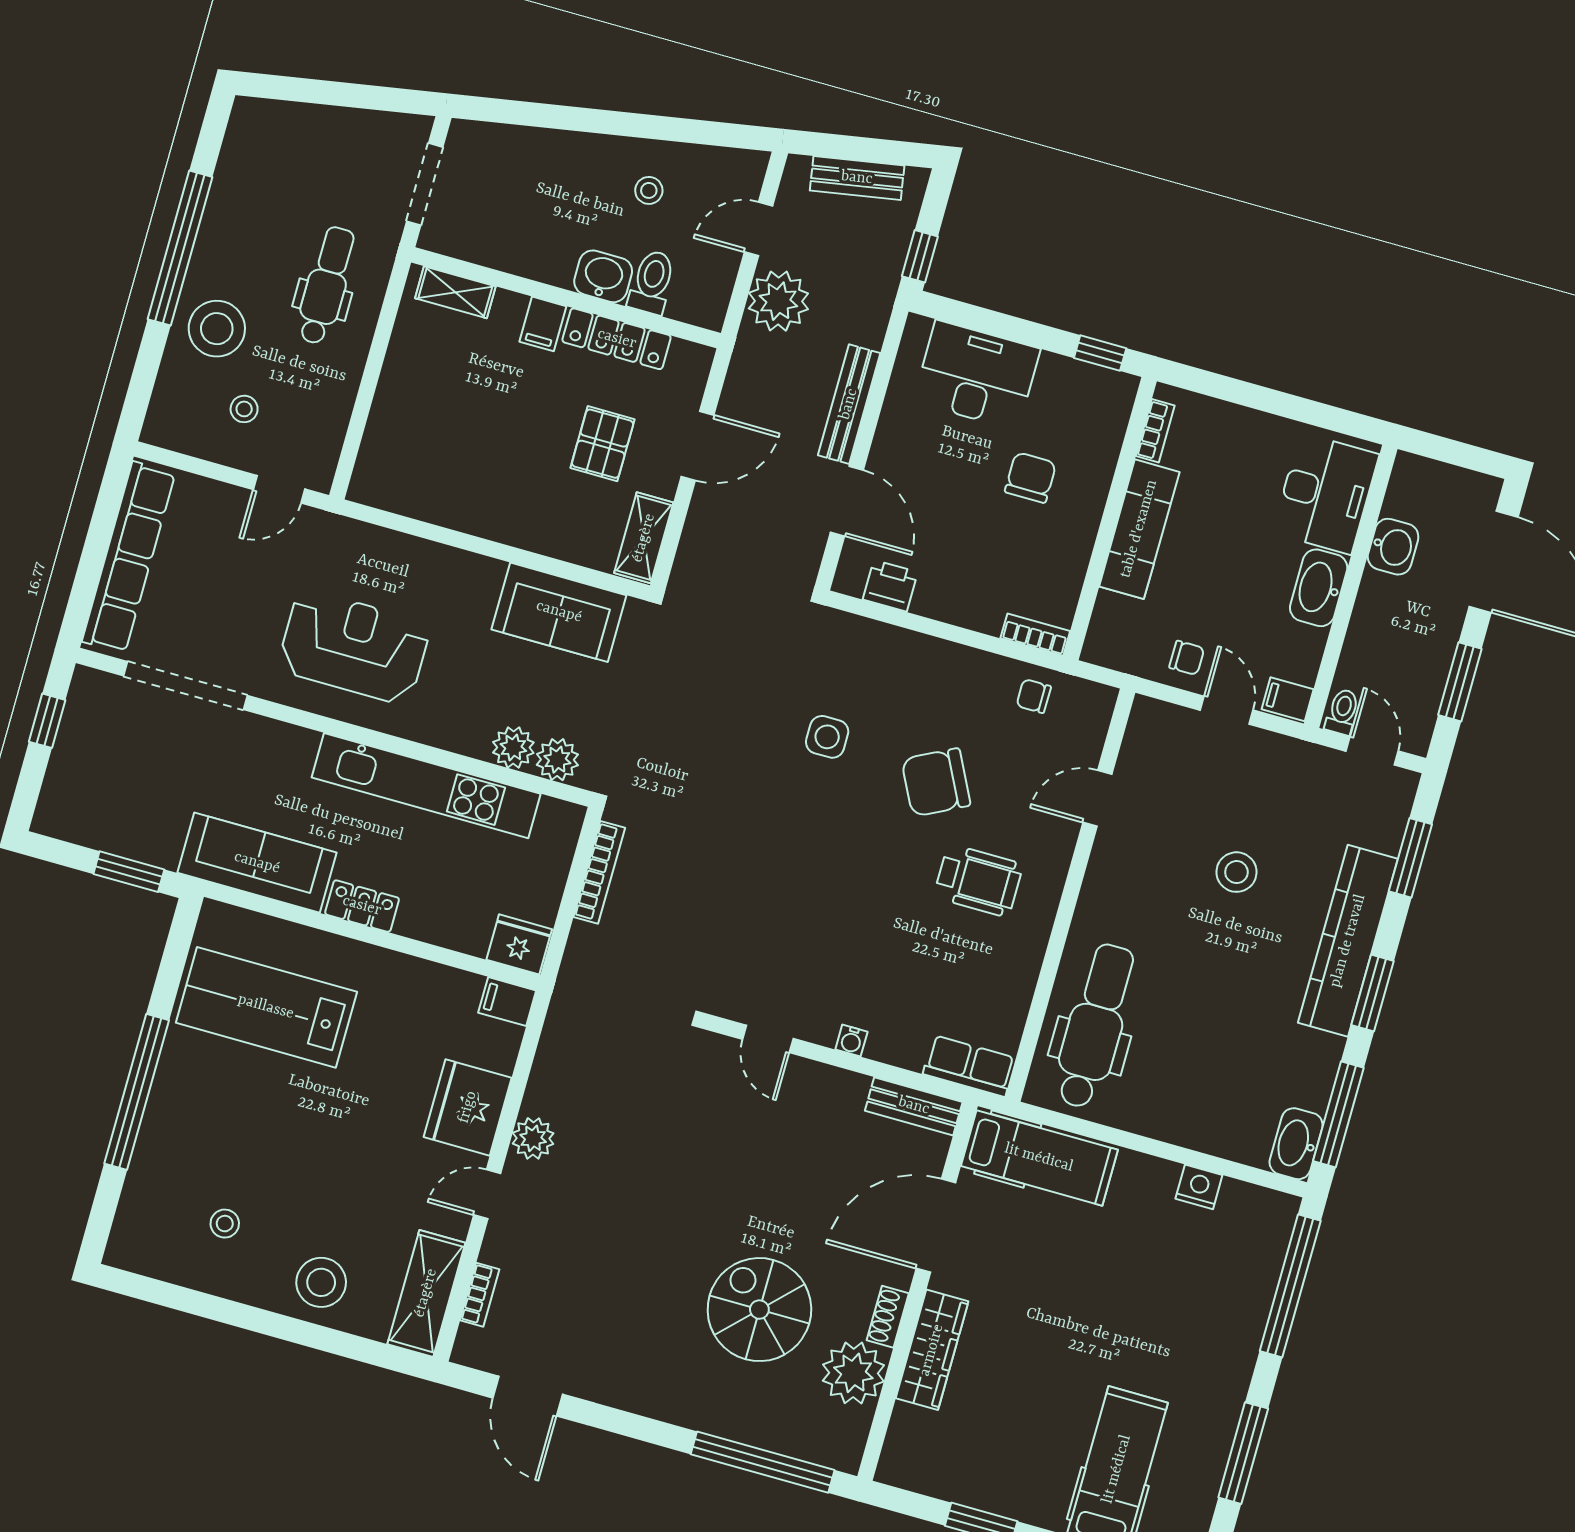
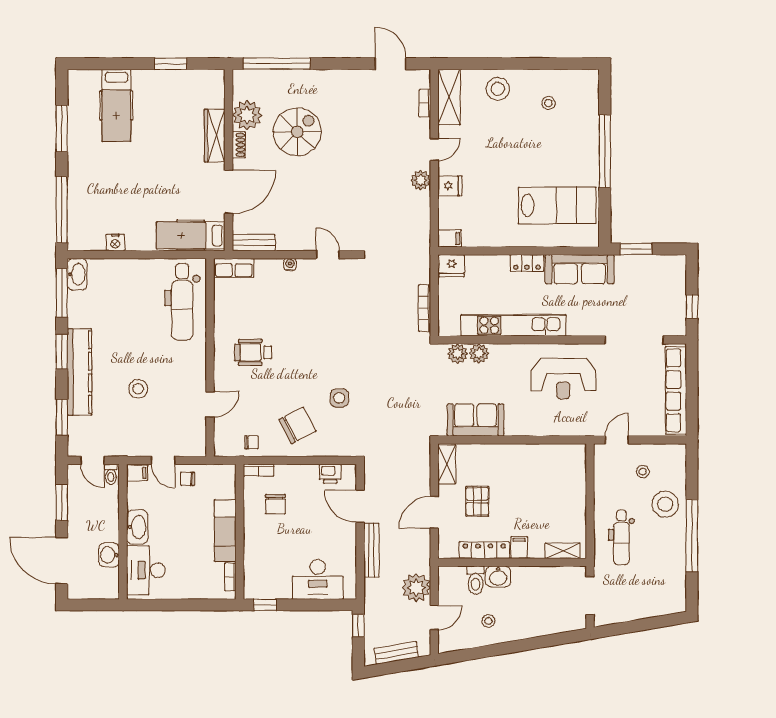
chair: (1030, 478) -> (275, 504), moved
chair: (936, 782) -> (297, 425), moved
fridge: (468, 1107) -> (450, 186), width x0.53, depth x0.75
spiral stairs: (759, 1310) -> (297, 132), turned -90

